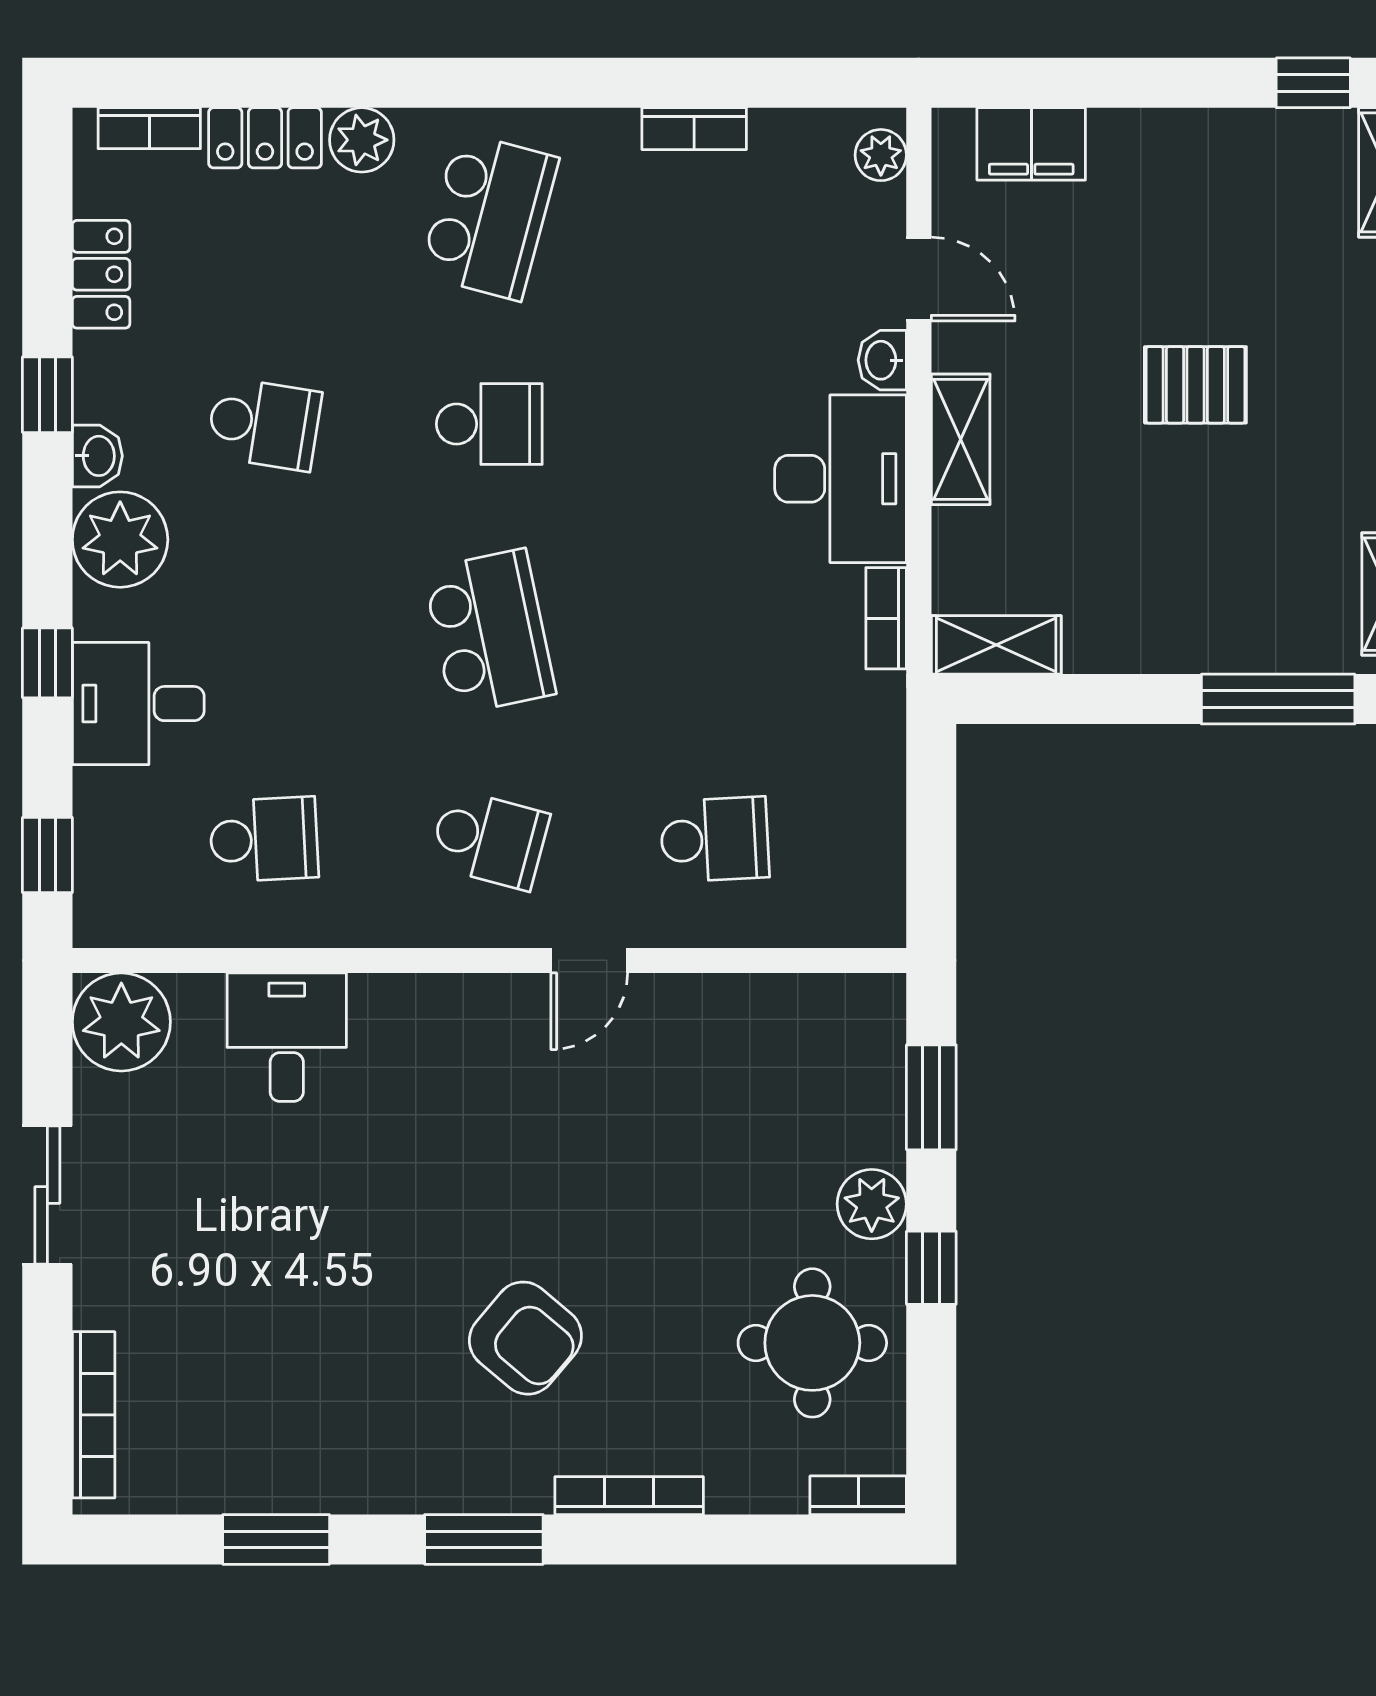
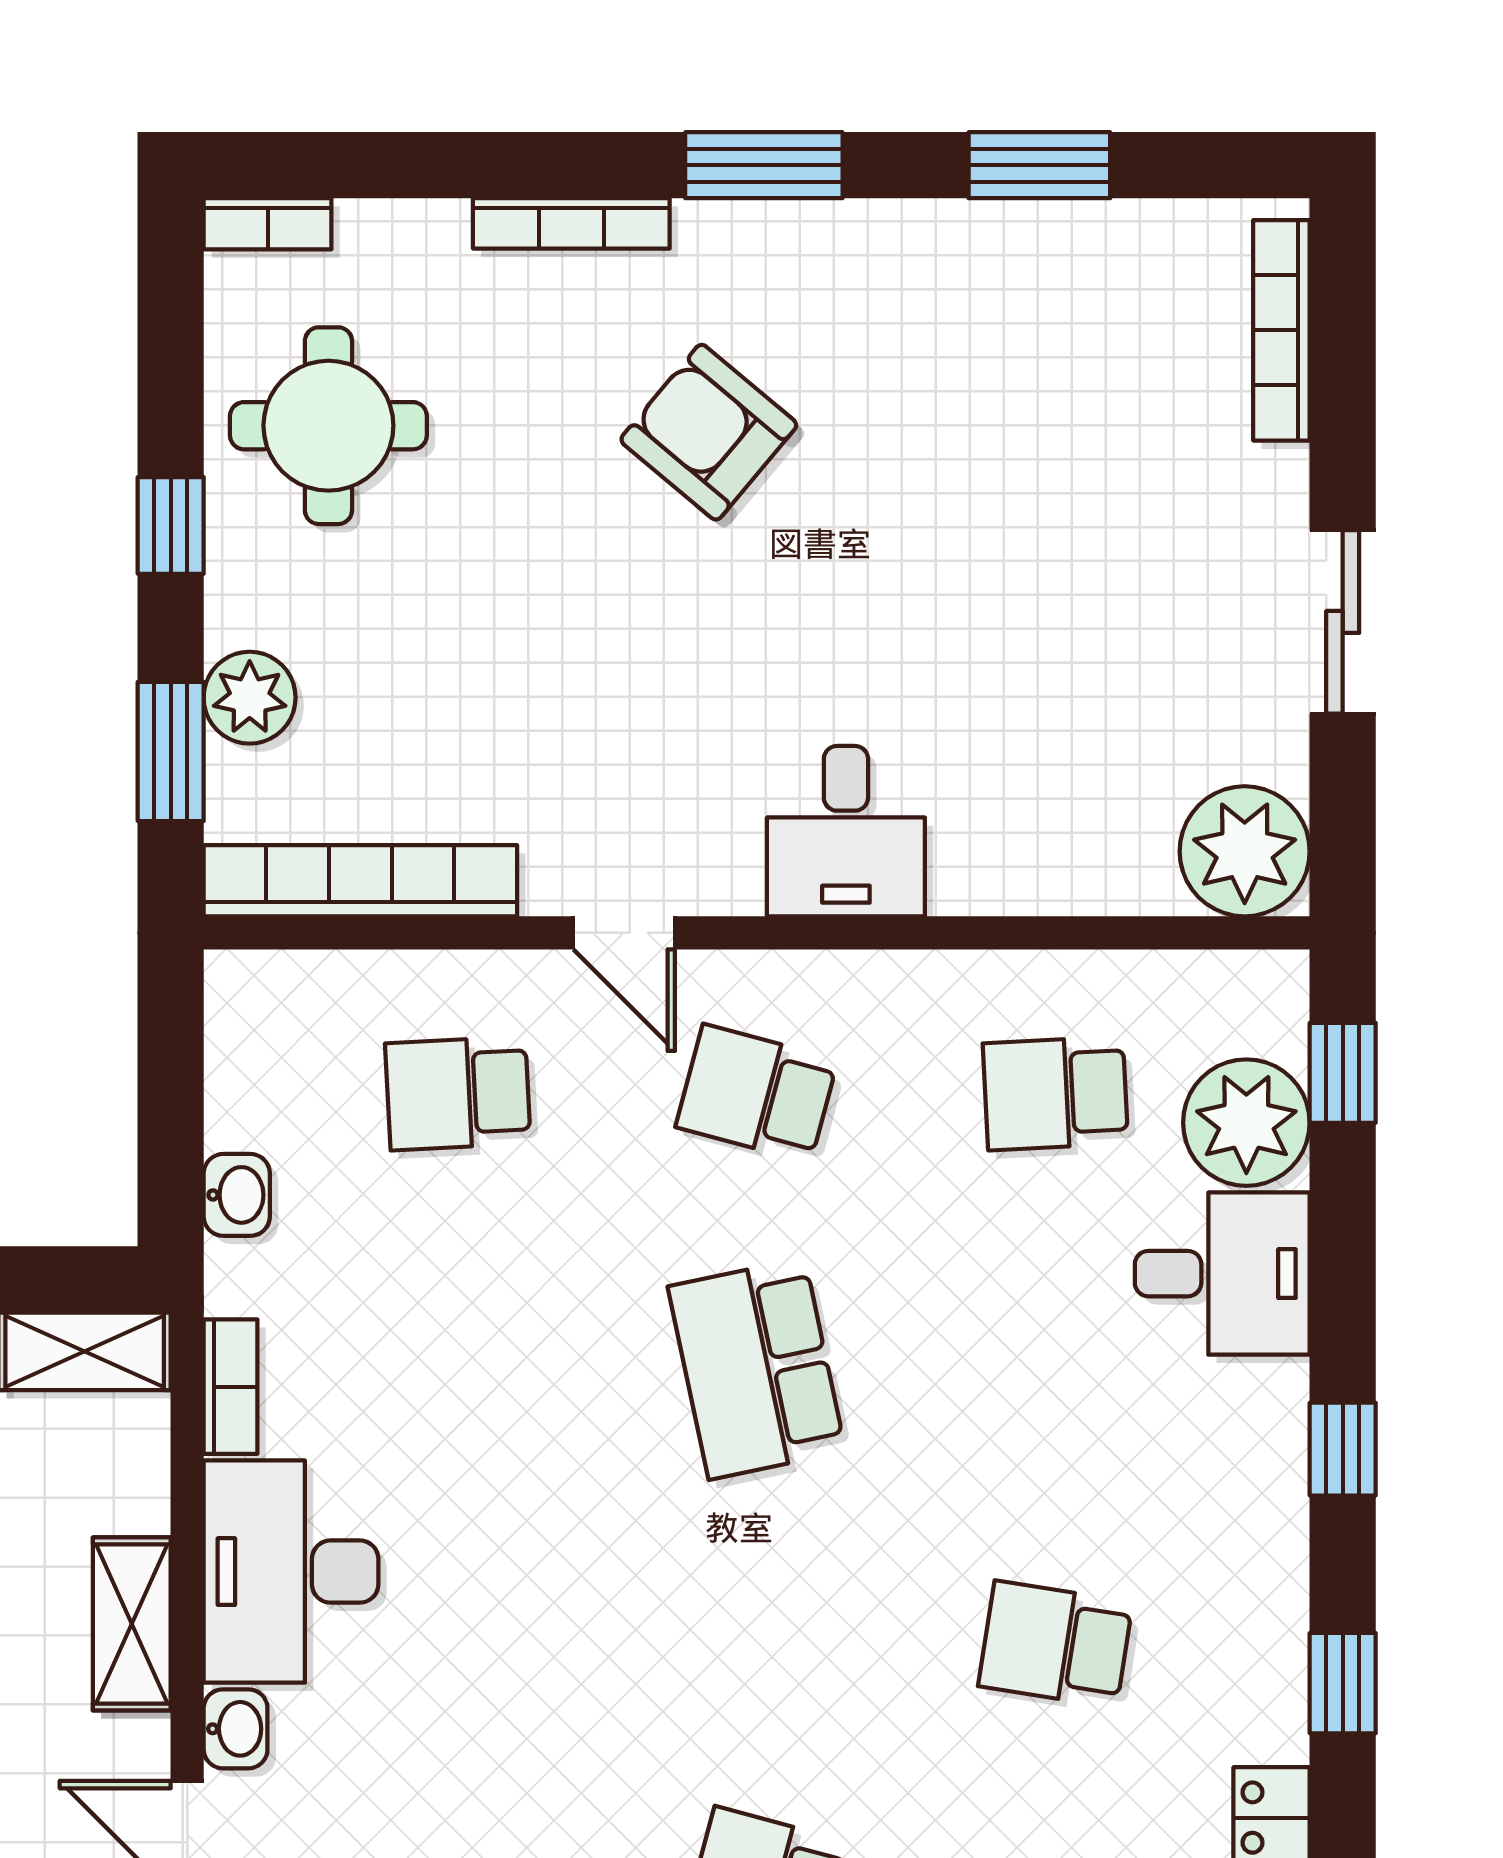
school desk: (489, 424) -> (757, 1644), removed
washbasin: (97, 456) -> (237, 1195), moved, turned 180
plant: (120, 540) -> (1246, 1123), moved
window: (47, 663) -> (1343, 1449), moved
door: (589, 960) -> (624, 933), swing flipped
bookcase: (788, 1000) -> (360, 881), added
desk: (287, 1037) -> (846, 831), moved
plant: (872, 1204) -> (250, 698), moved

